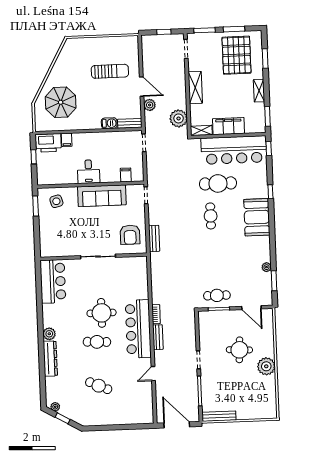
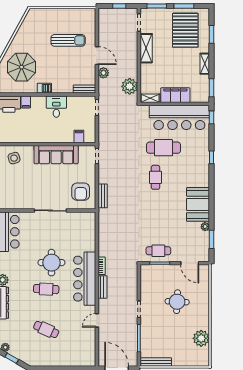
shelving: (195, 88) -> (146, 48), moved
barbecue: (109, 123) -> (44, 88), moved
desk: (88, 172) -> (56, 107), moved, turned 180
booth: (257, 217) -> (198, 204), moved
plant: (266, 366) -> (201, 338), moved

